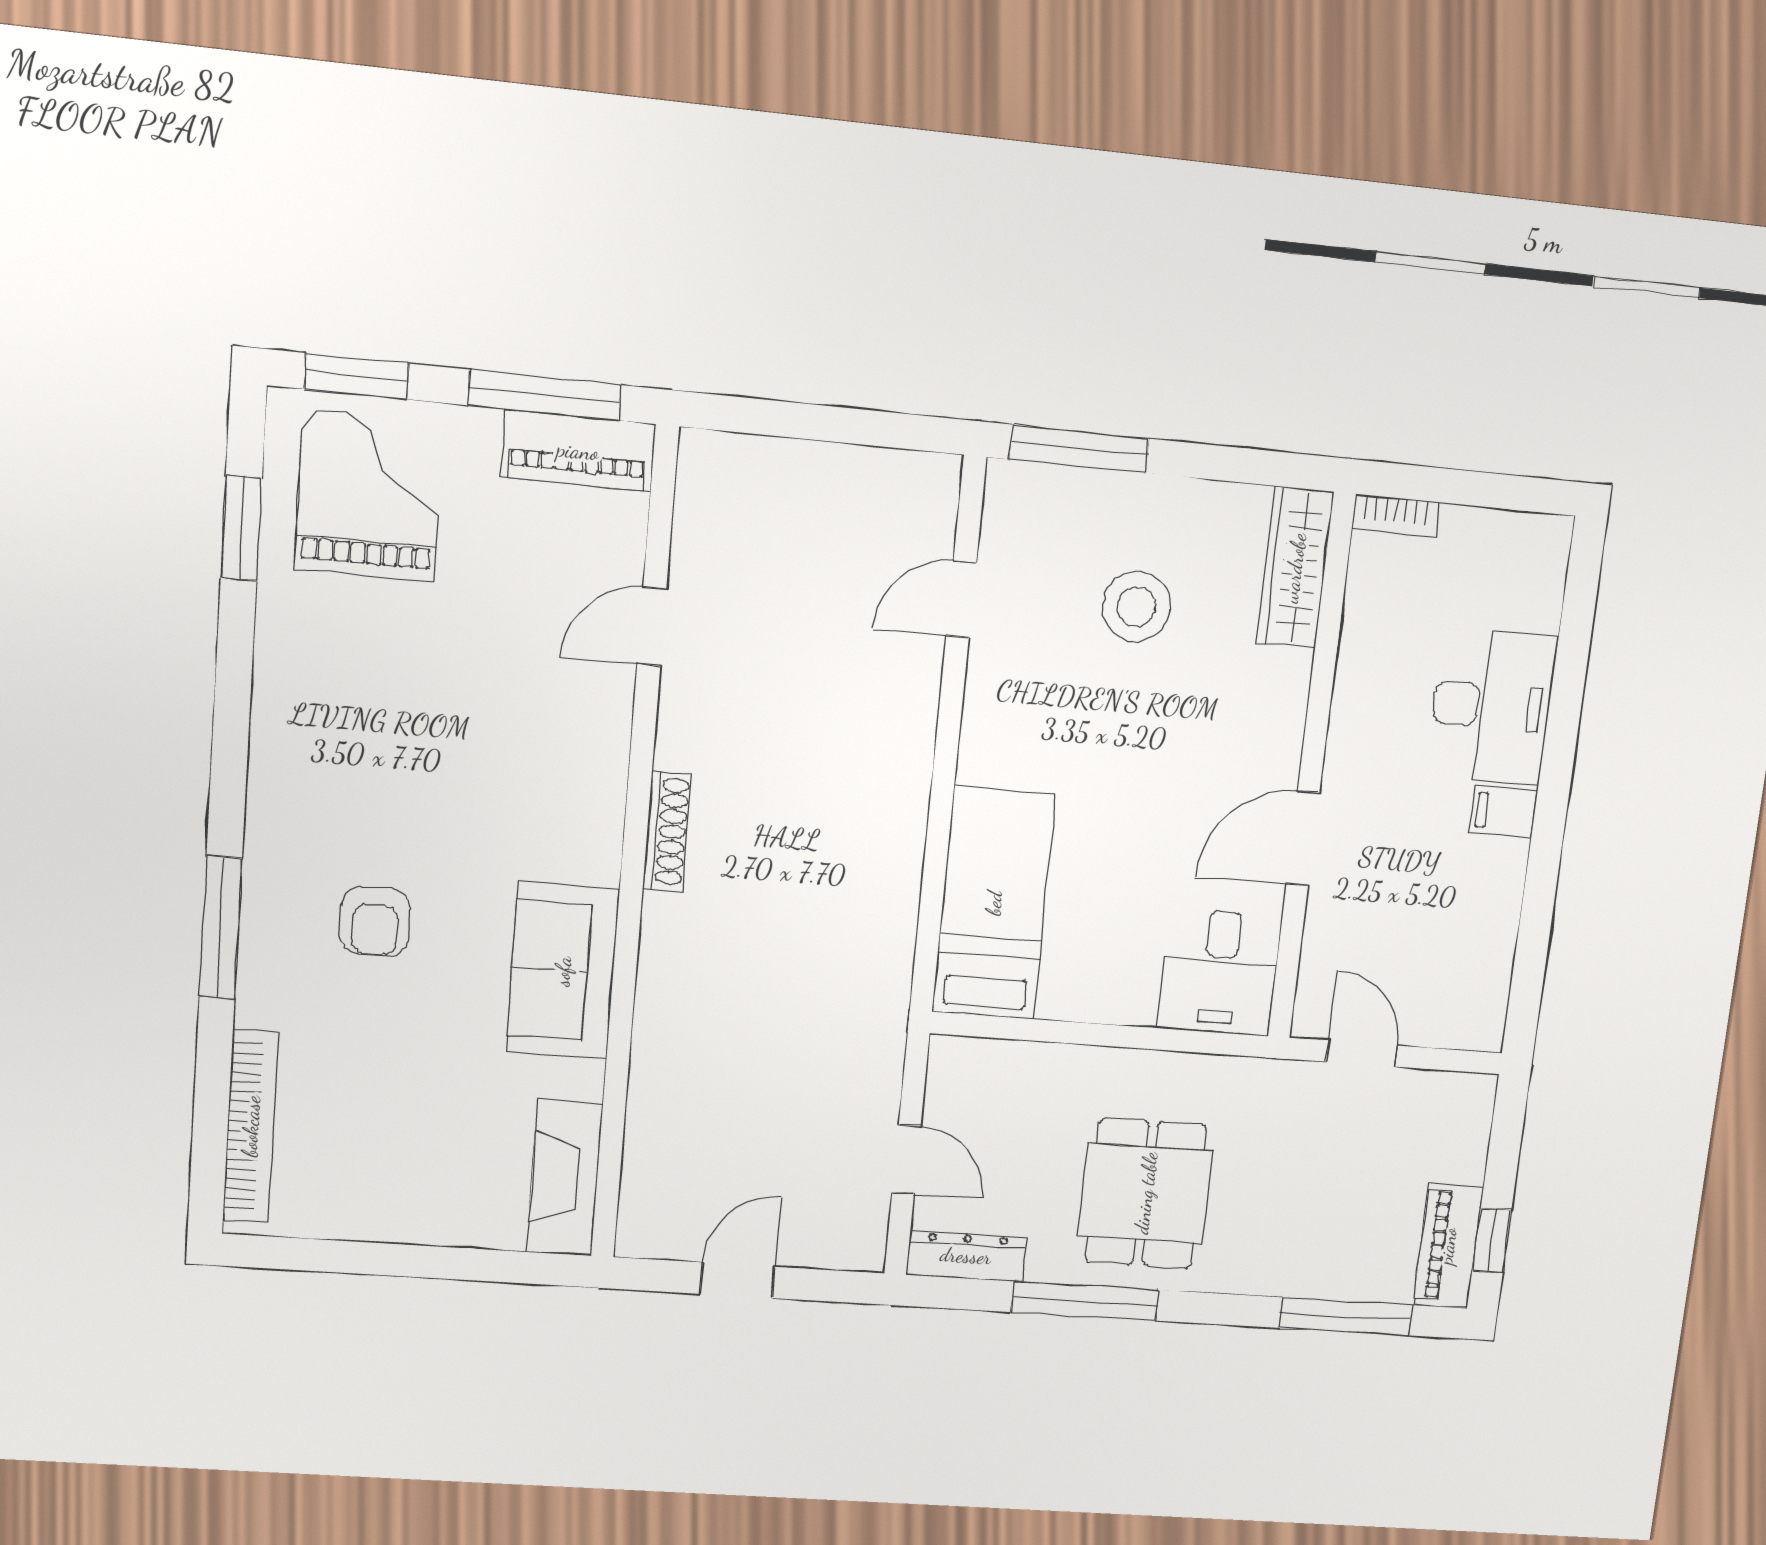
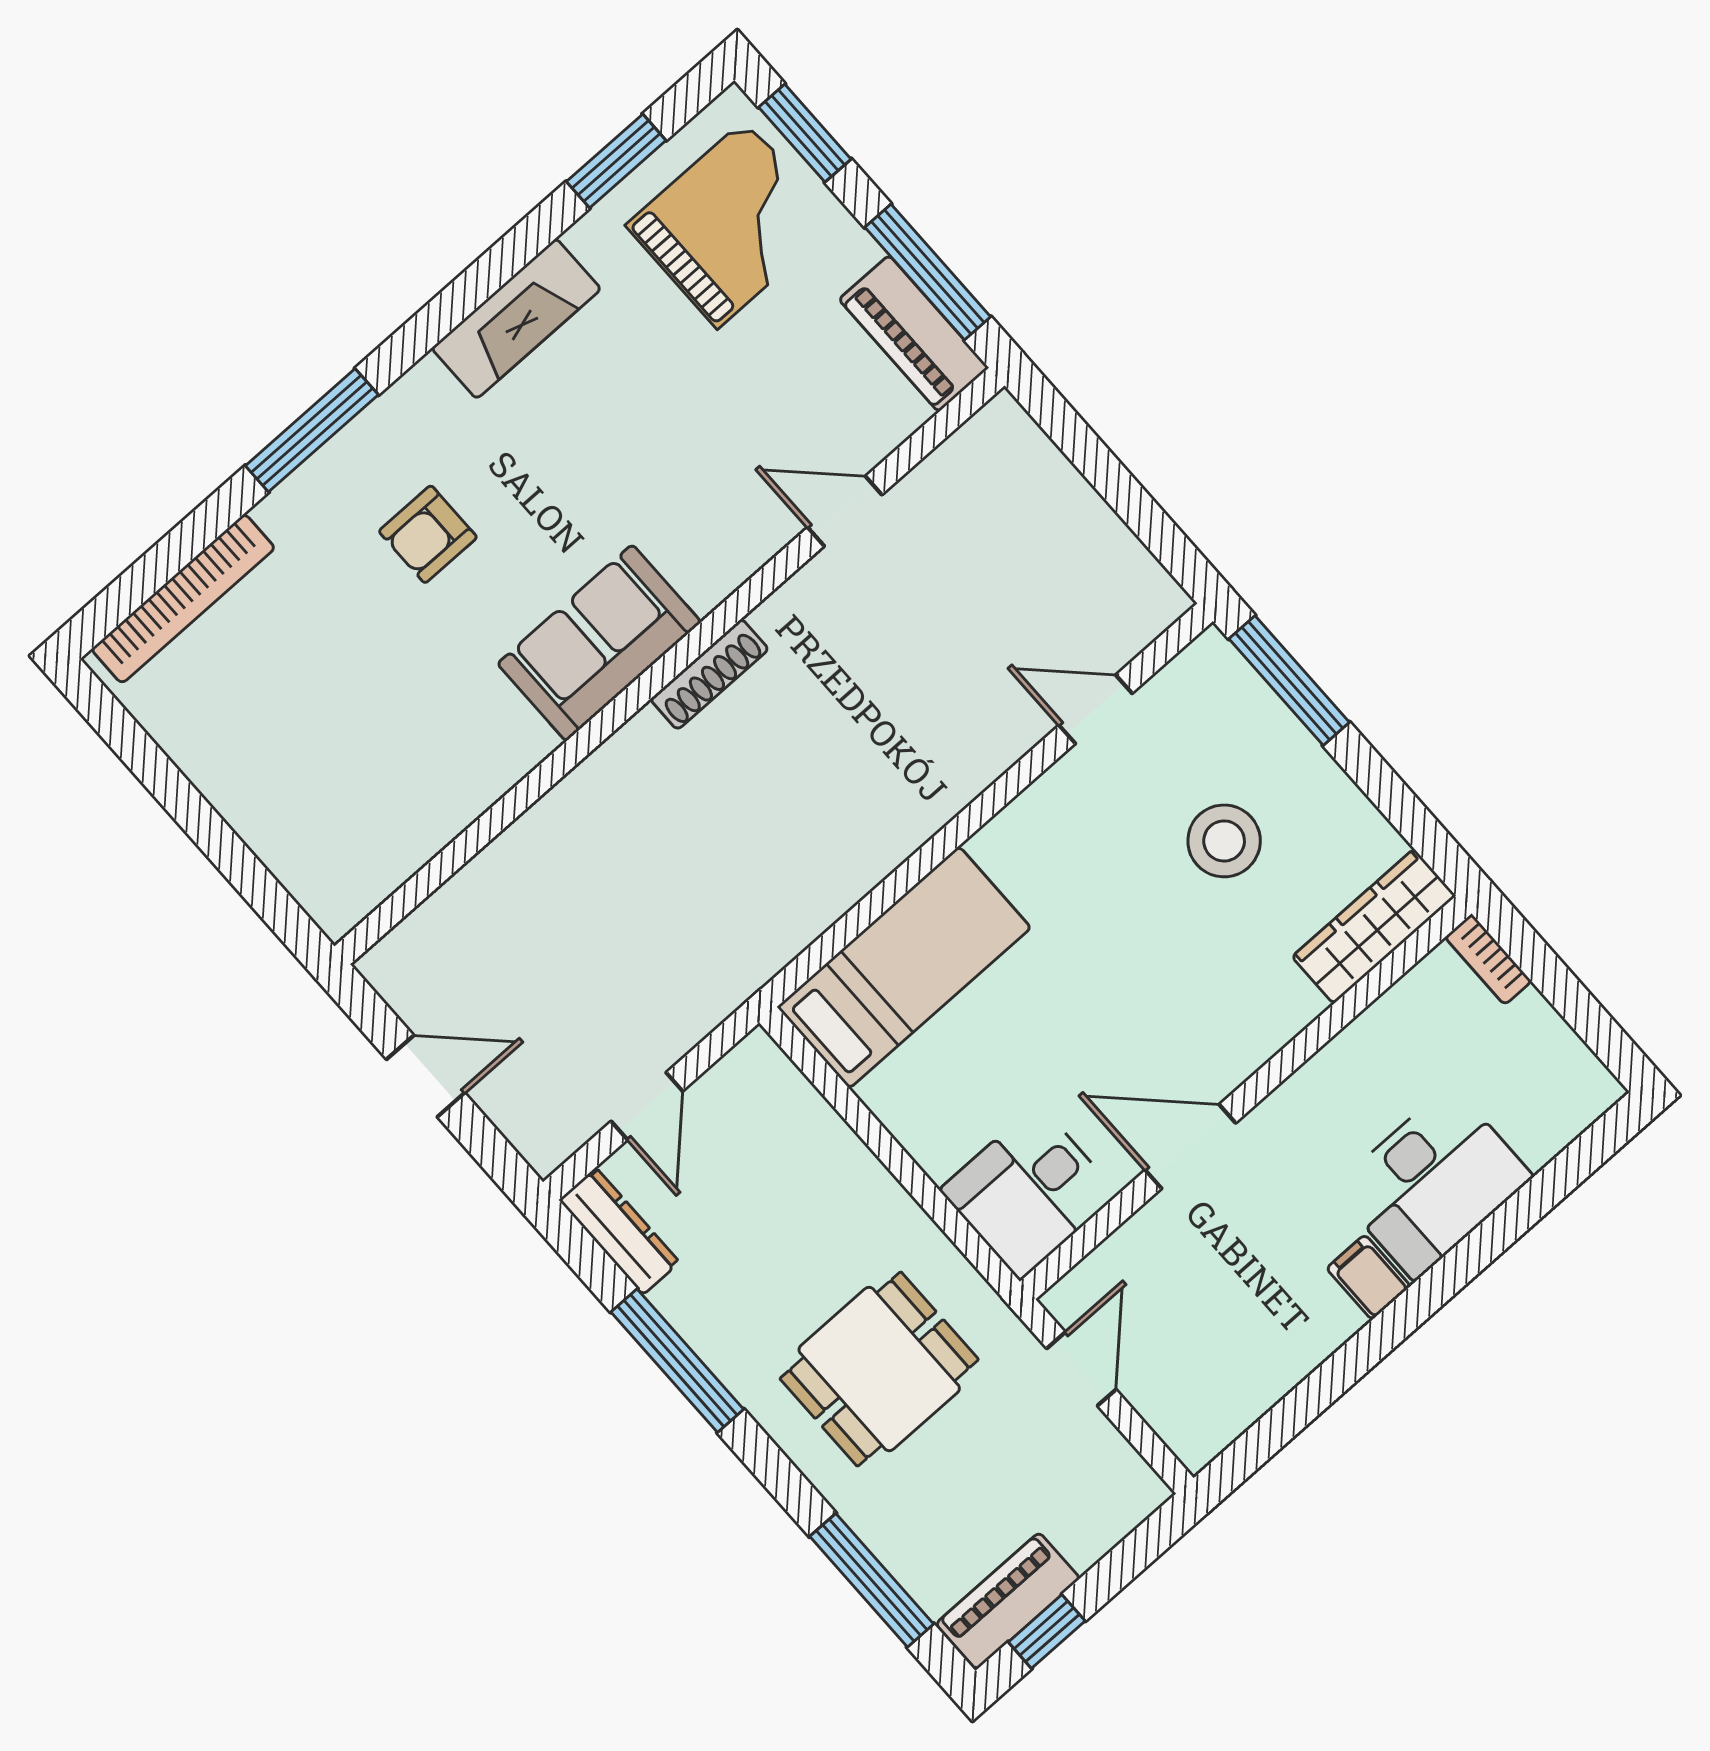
sofa: (563, 971) -> (599, 643), moved
fireplace: (565, 1178) -> (516, 319), moved, turned 180
dining table: (1146, 1193) -> (879, 1369), moved

